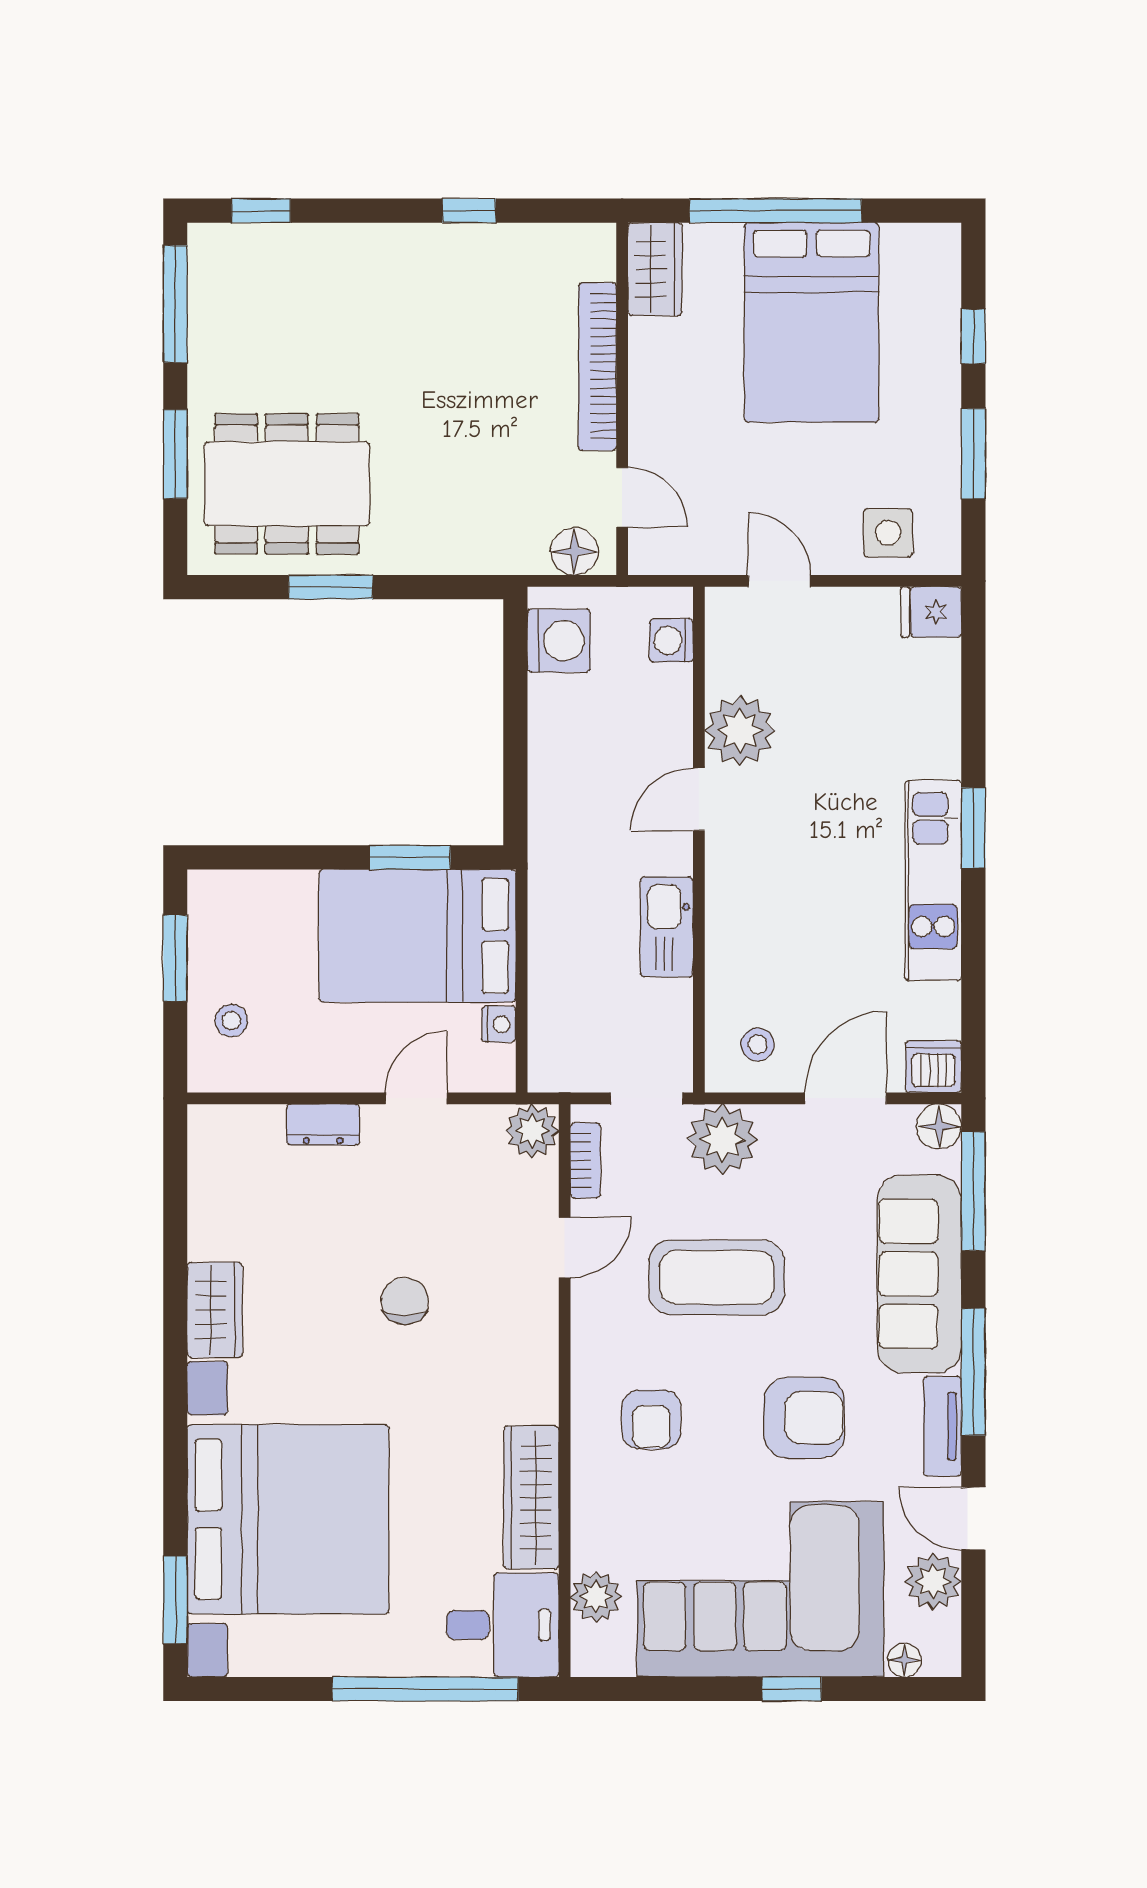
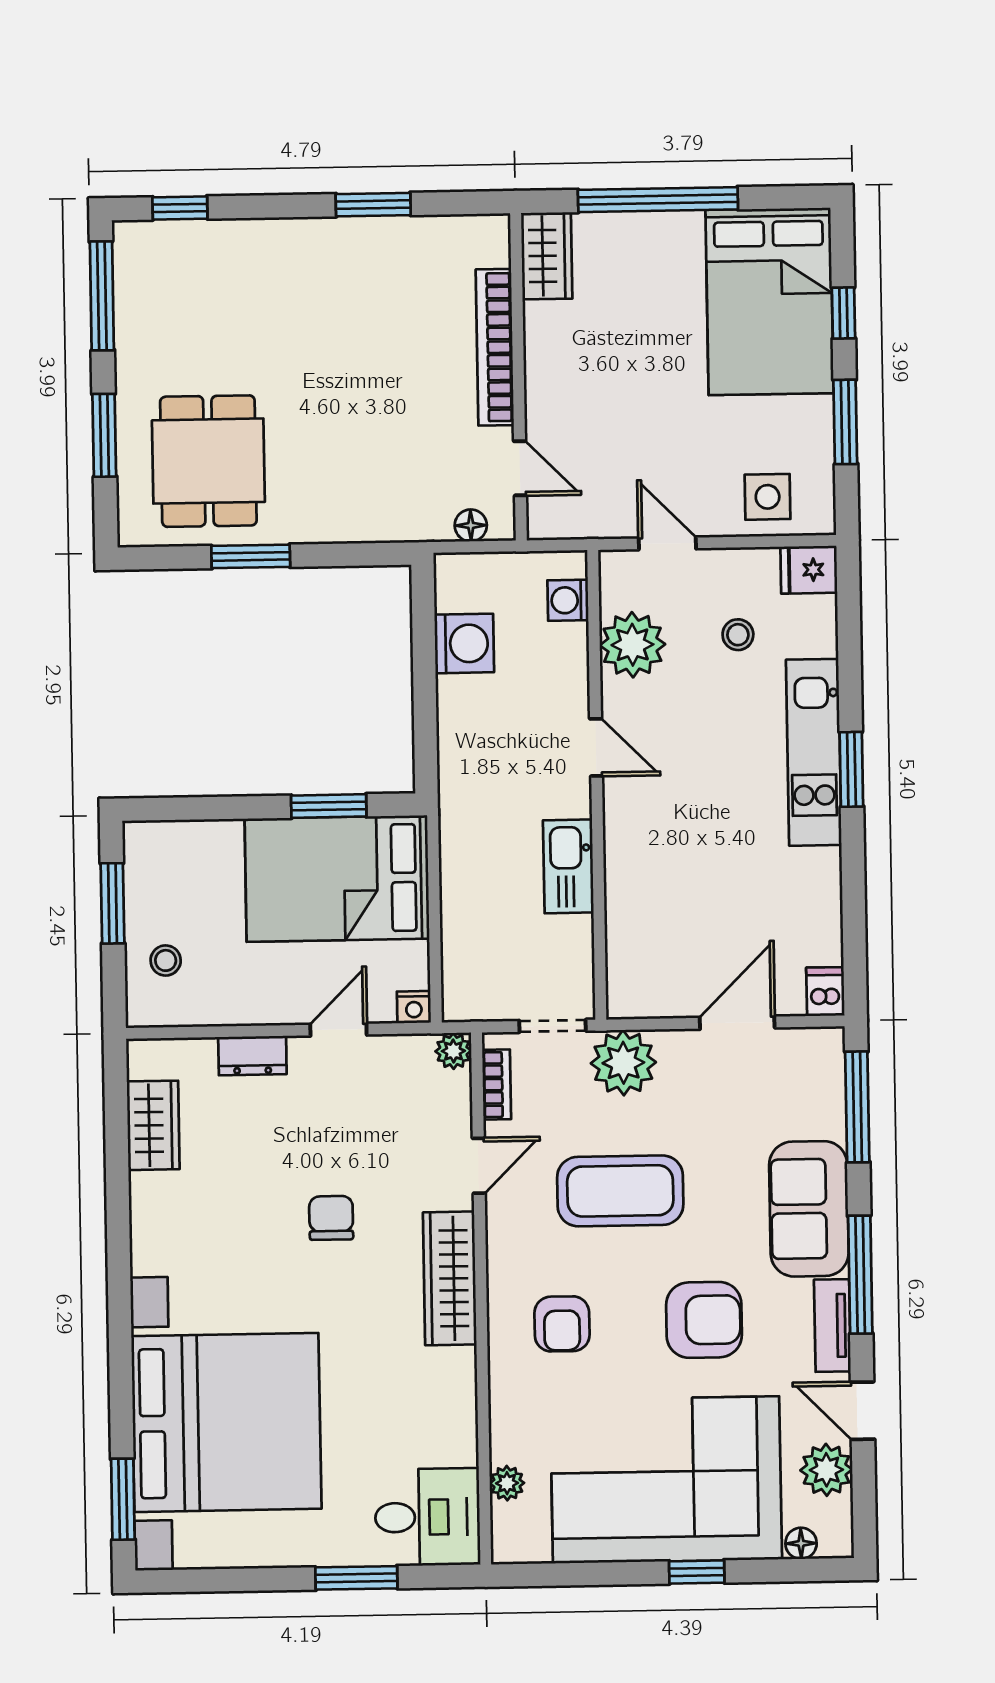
window: (469, 211) -> (373, 205), width x1.50
bed: (812, 322) -> (770, 301), moved
dining table: (287, 484) -> (208, 461), width x0.73
floor lamp: (574, 552) -> (471, 525), width x0.73, depth x0.73
washing machine: (559, 641) -> (464, 643), moved
plant: (740, 731) -> (632, 645), moved
door: (699, 799) -> (596, 747), swing flipped
kitchen unit: (933, 880) -> (814, 752), moved
nightstand: (499, 1024) -> (414, 1007), moved, turned 90
stool: (758, 1044) -> (738, 635), moved
dishwasher: (933, 1067) -> (825, 992), width x0.73
floor lamp: (939, 1126) -> (824, 1047), removed
plant: (532, 1131) -> (453, 1051), width x0.73, depth x0.73
sofa: (919, 1274) -> (809, 1209), width x0.73
wardrobe: (215, 1310) -> (153, 1125), moved
wardrobe: (531, 1497) -> (450, 1278), moved
plant: (596, 1597) -> (507, 1483), width x0.73, depth x0.73
window: (425, 1689) -> (356, 1578), width x0.47

